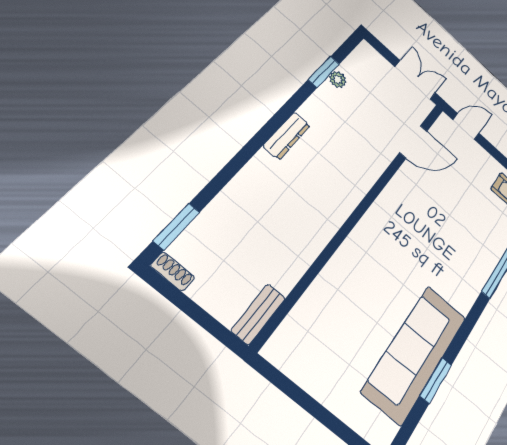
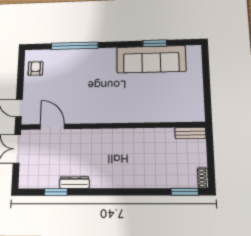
plant: (338, 79) -> (54, 183), removed
dresser: (287, 136) -> (75, 183), moved

